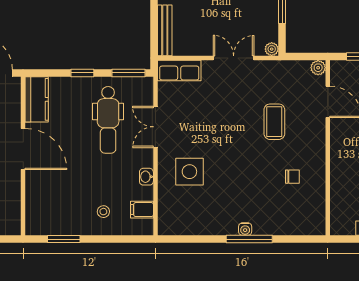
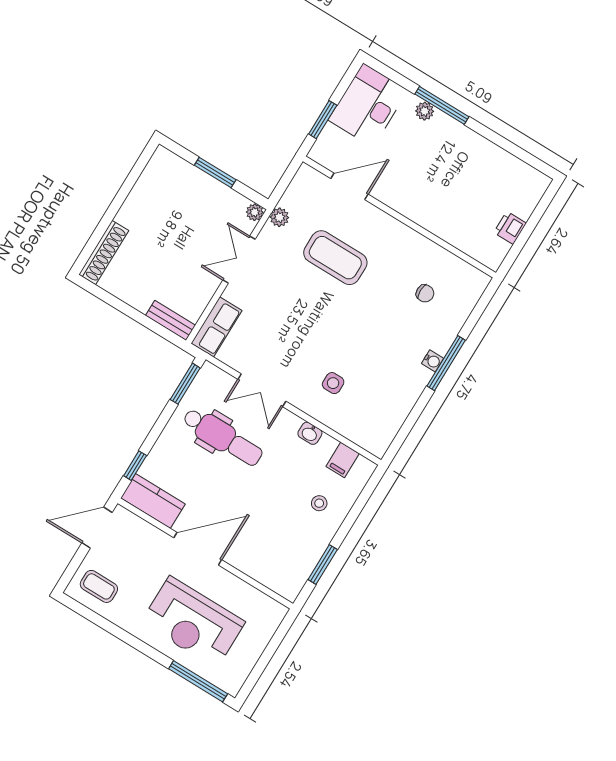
bench: (165, 30) -> (171, 320), width x0.73
plant: (318, 68) -> (279, 217), moved
window: (82, 73) -> (135, 466), moved
coffee table: (274, 122) -> (335, 258), width x1.36, depth x1.32
side table: (189, 172) -> (333, 383), width x0.54, depth x0.54
chair: (292, 177) -> (425, 293), moved, turned 90

